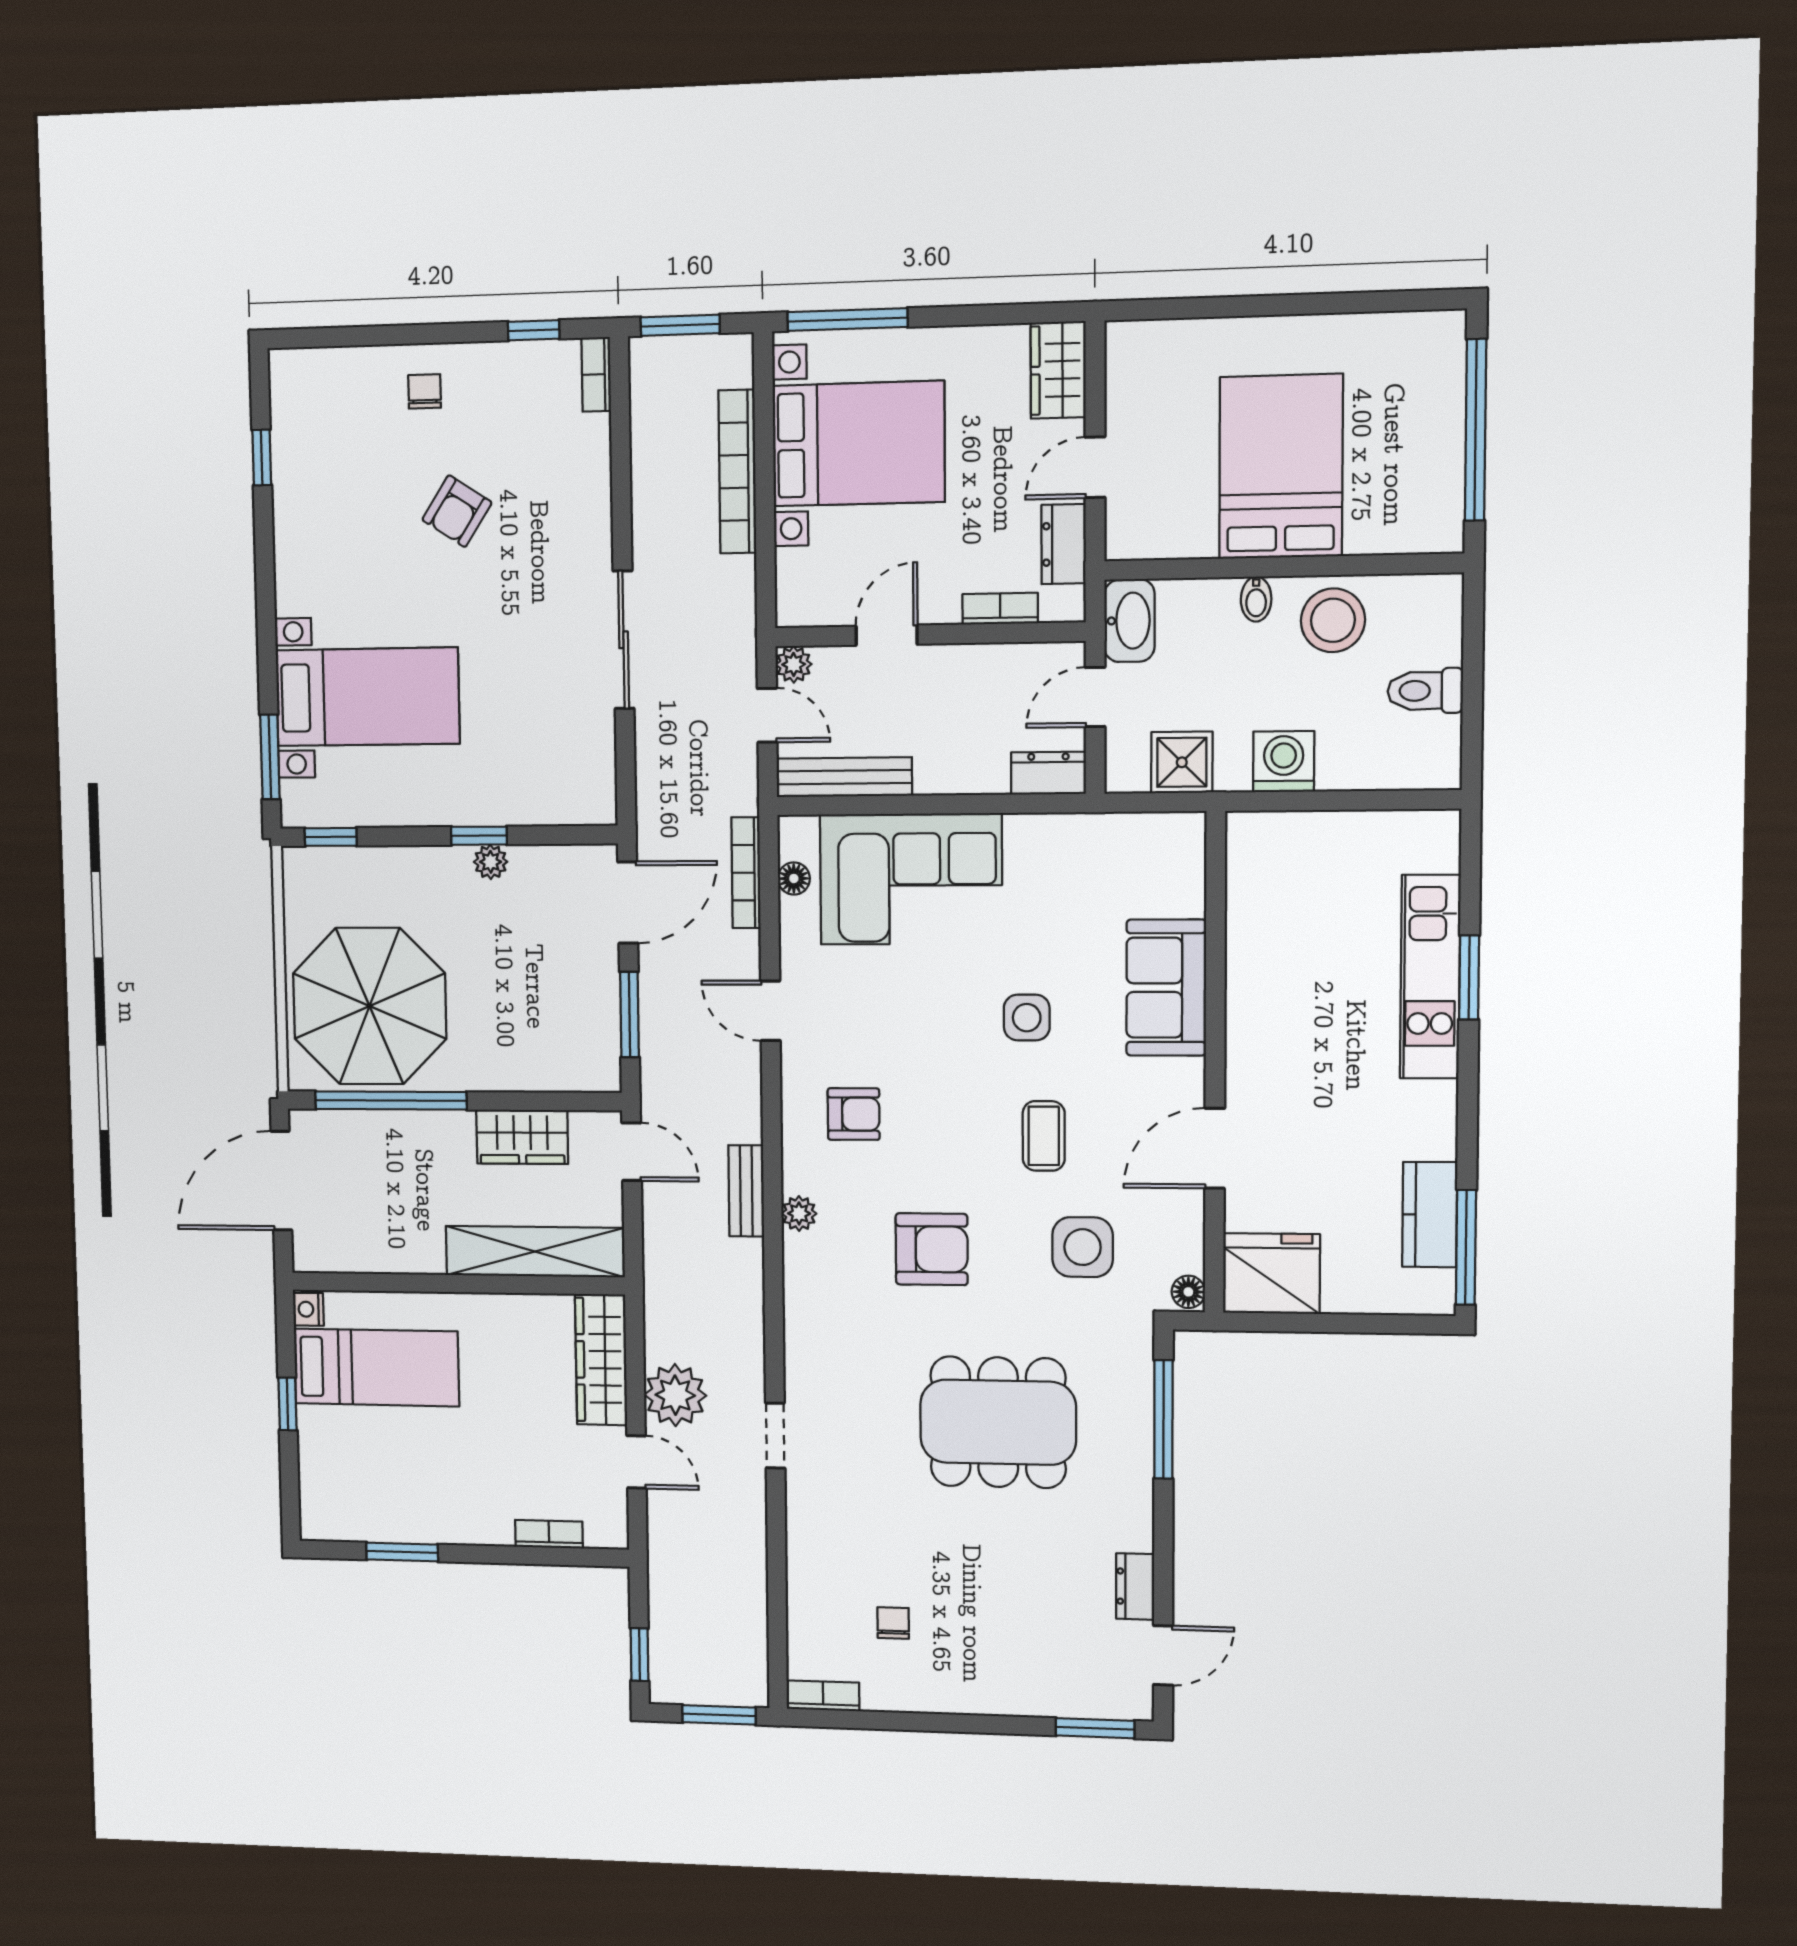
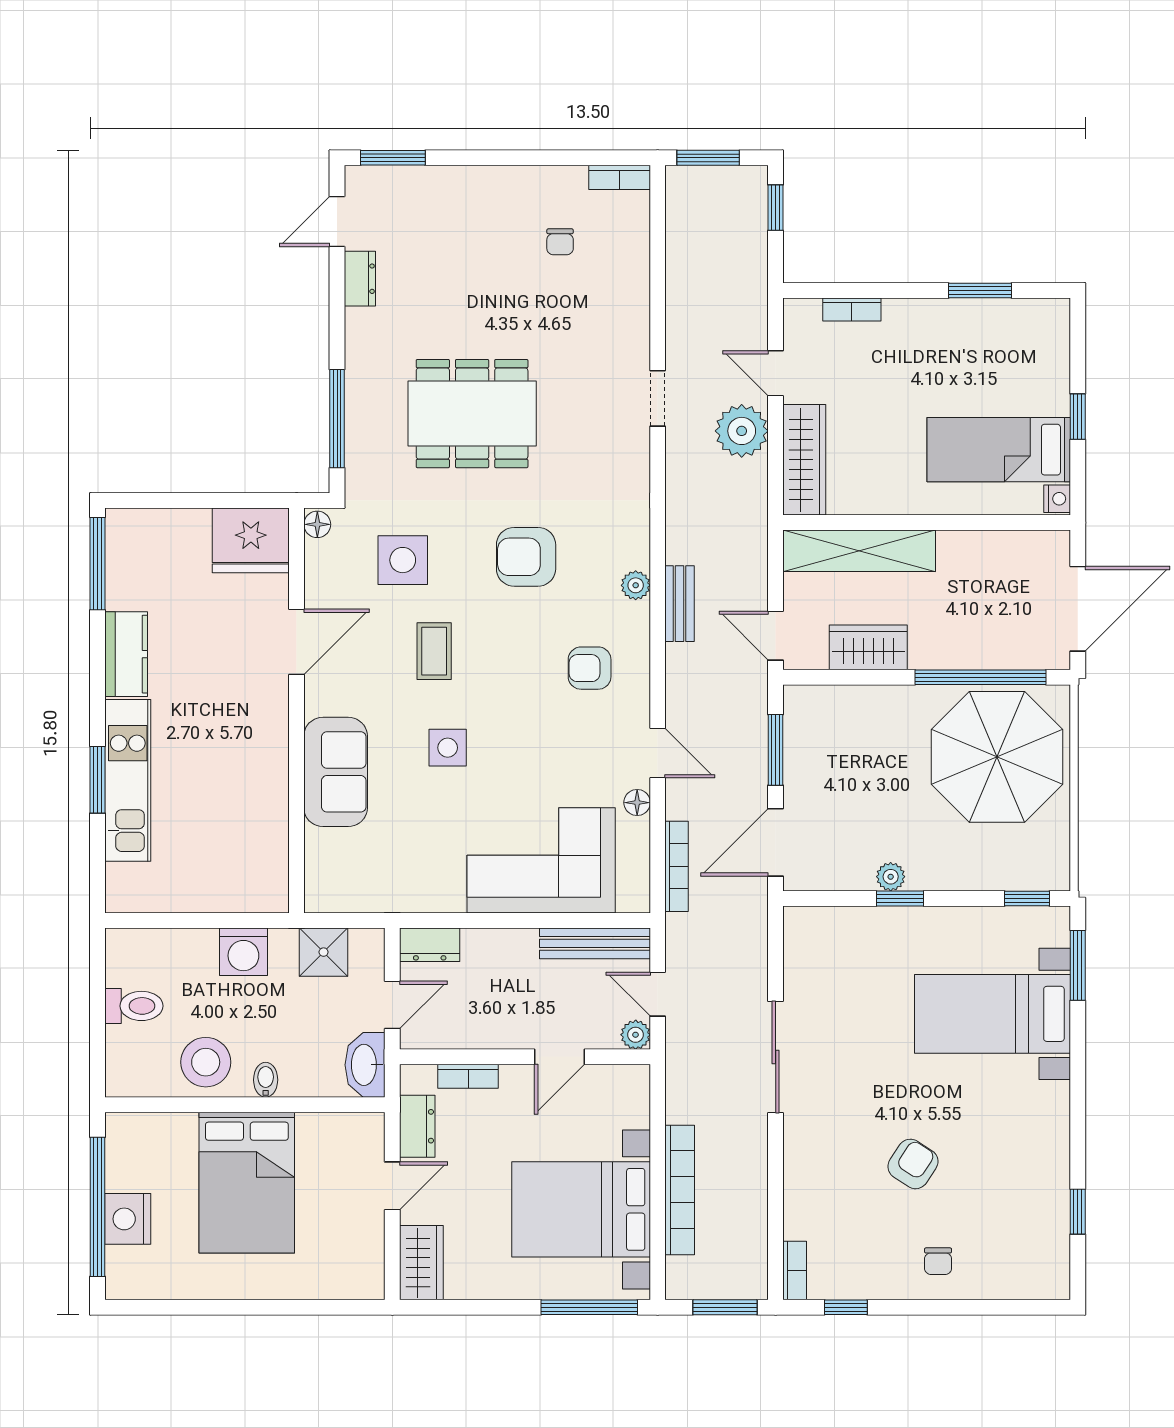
nightstand: (1436, 415) -> (128, 1219), added
floor lamp: (794, 879) -> (637, 803), moved
kitchen counter: (1430, 1215) -> (126, 654), moved

